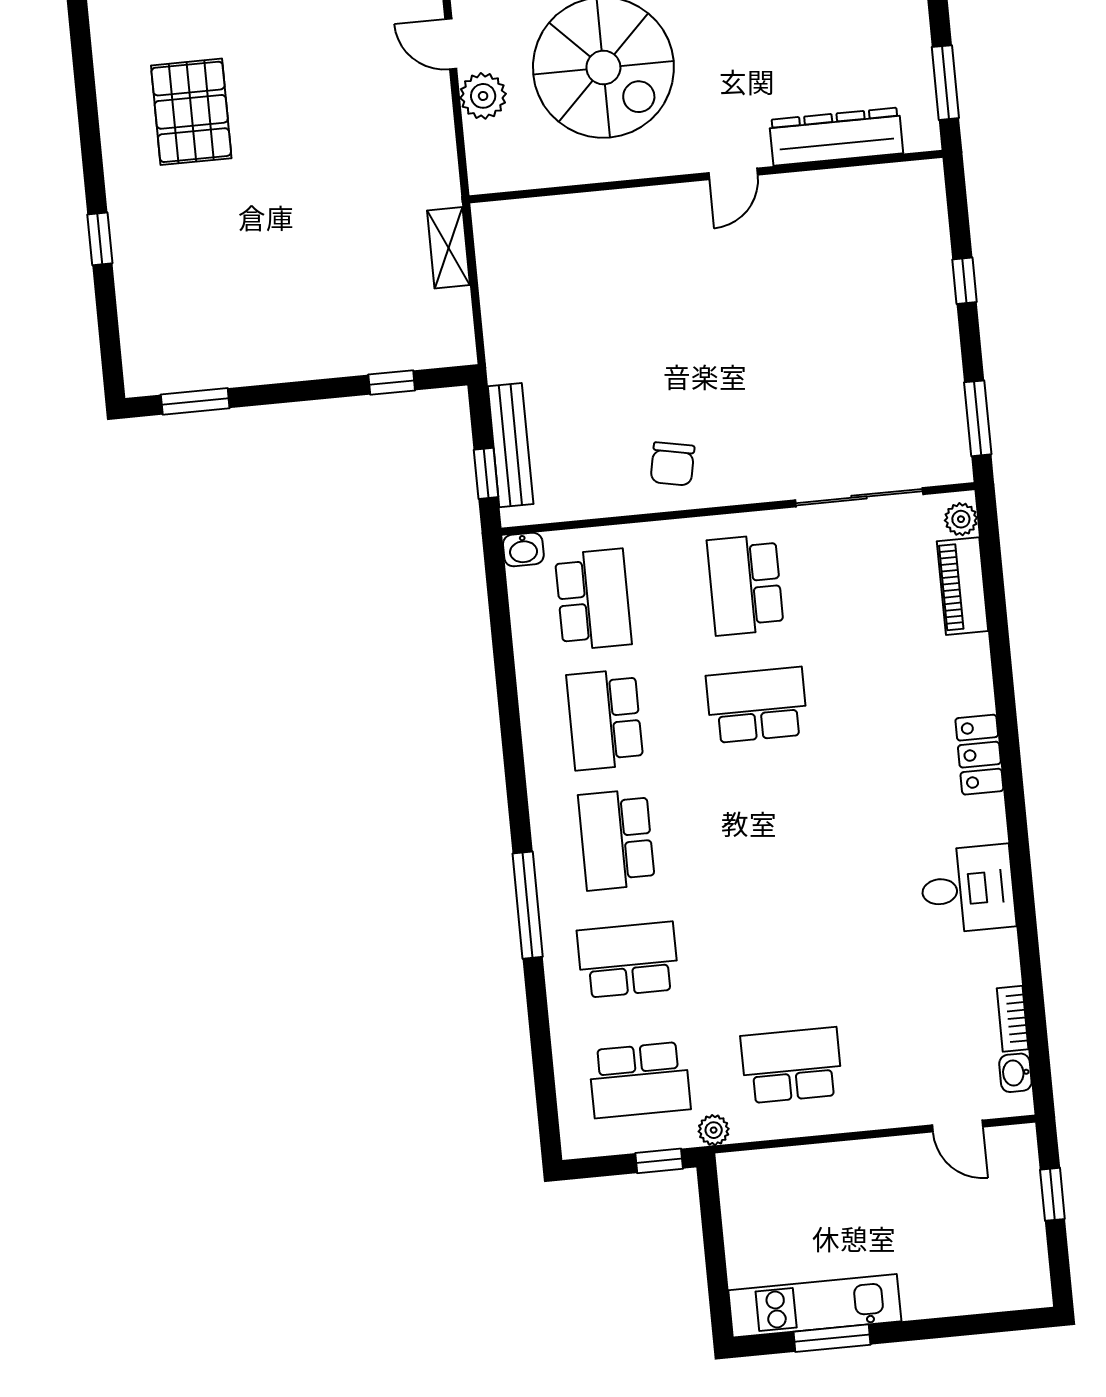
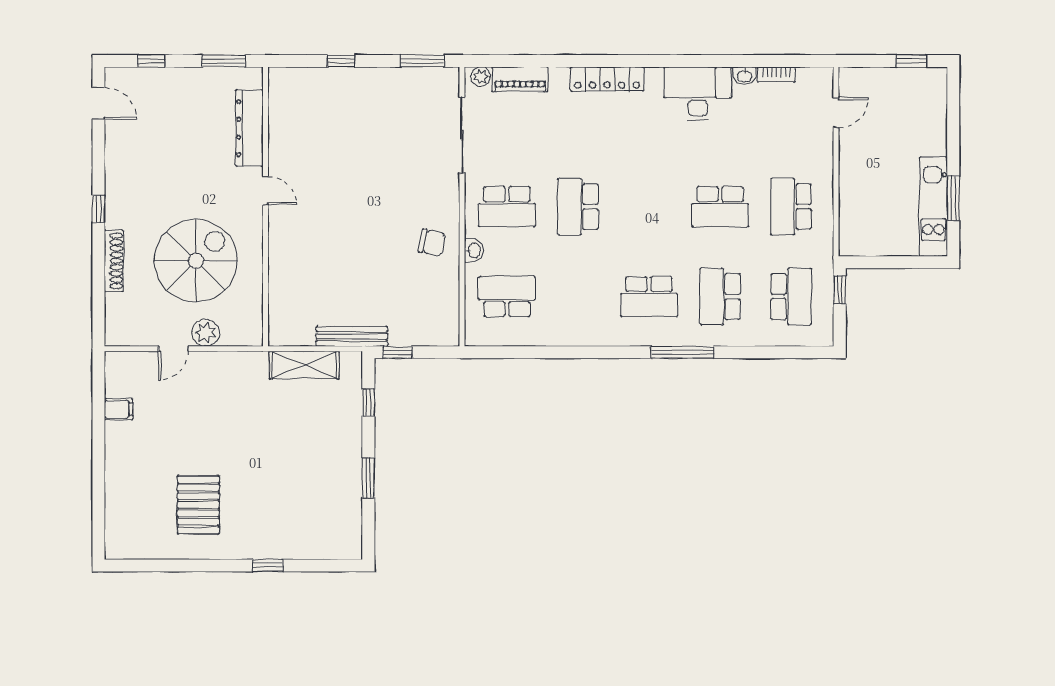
pallet: (191, 112) -> (198, 505), turned 90
shelving: (449, 248) -> (304, 365), width x1.50, depth x1.33
window: (195, 401) -> (368, 478), moved
bench: (511, 445) -> (352, 336), moved
window: (486, 473) -> (398, 352), moved
washbasin: (523, 550) -> (474, 251), moved
school desk: (605, 720) -> (720, 207), moved
locker: (979, 755) -> (607, 79), width x1.53
desk: (968, 889) -> (698, 94), width x1.37
washbasin: (1015, 1073) -> (745, 76), moved
plant: (714, 1130) -> (825, 256), removed
window: (1052, 1194) -> (912, 61), moved

